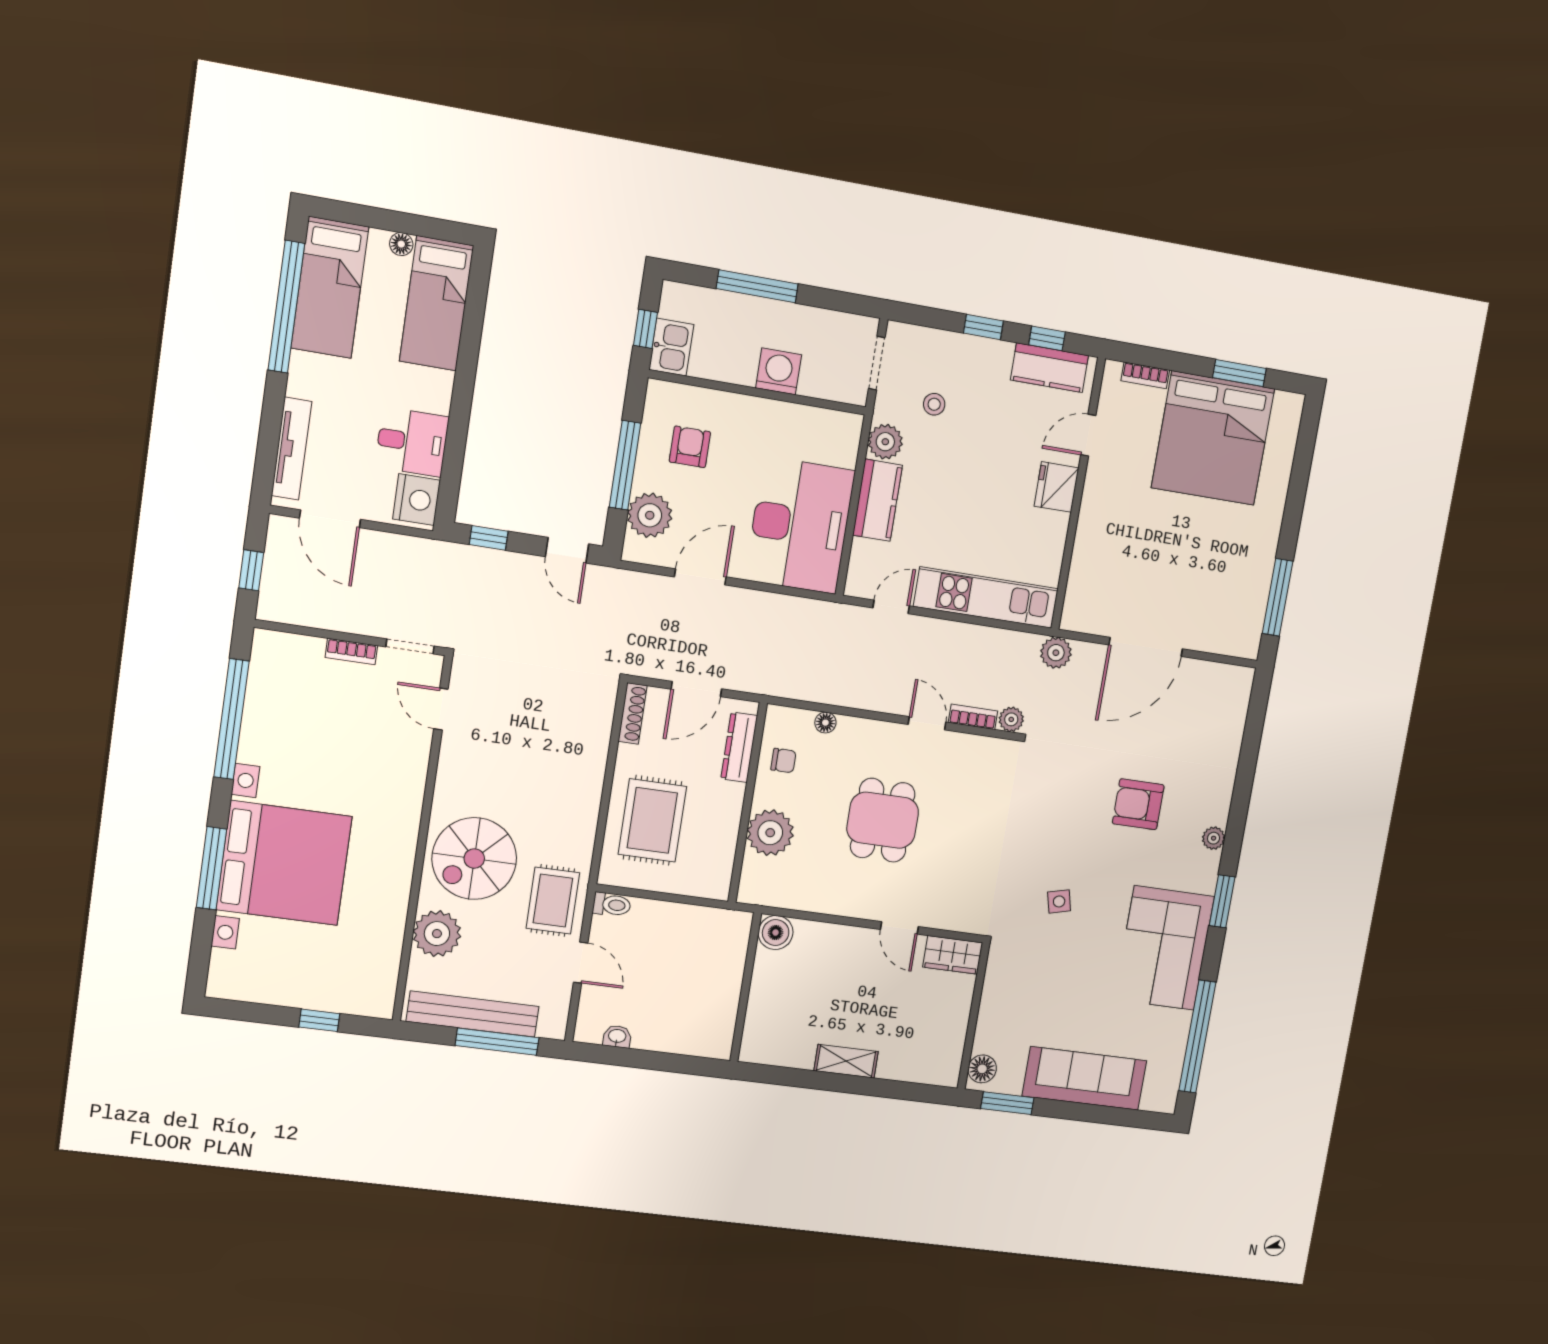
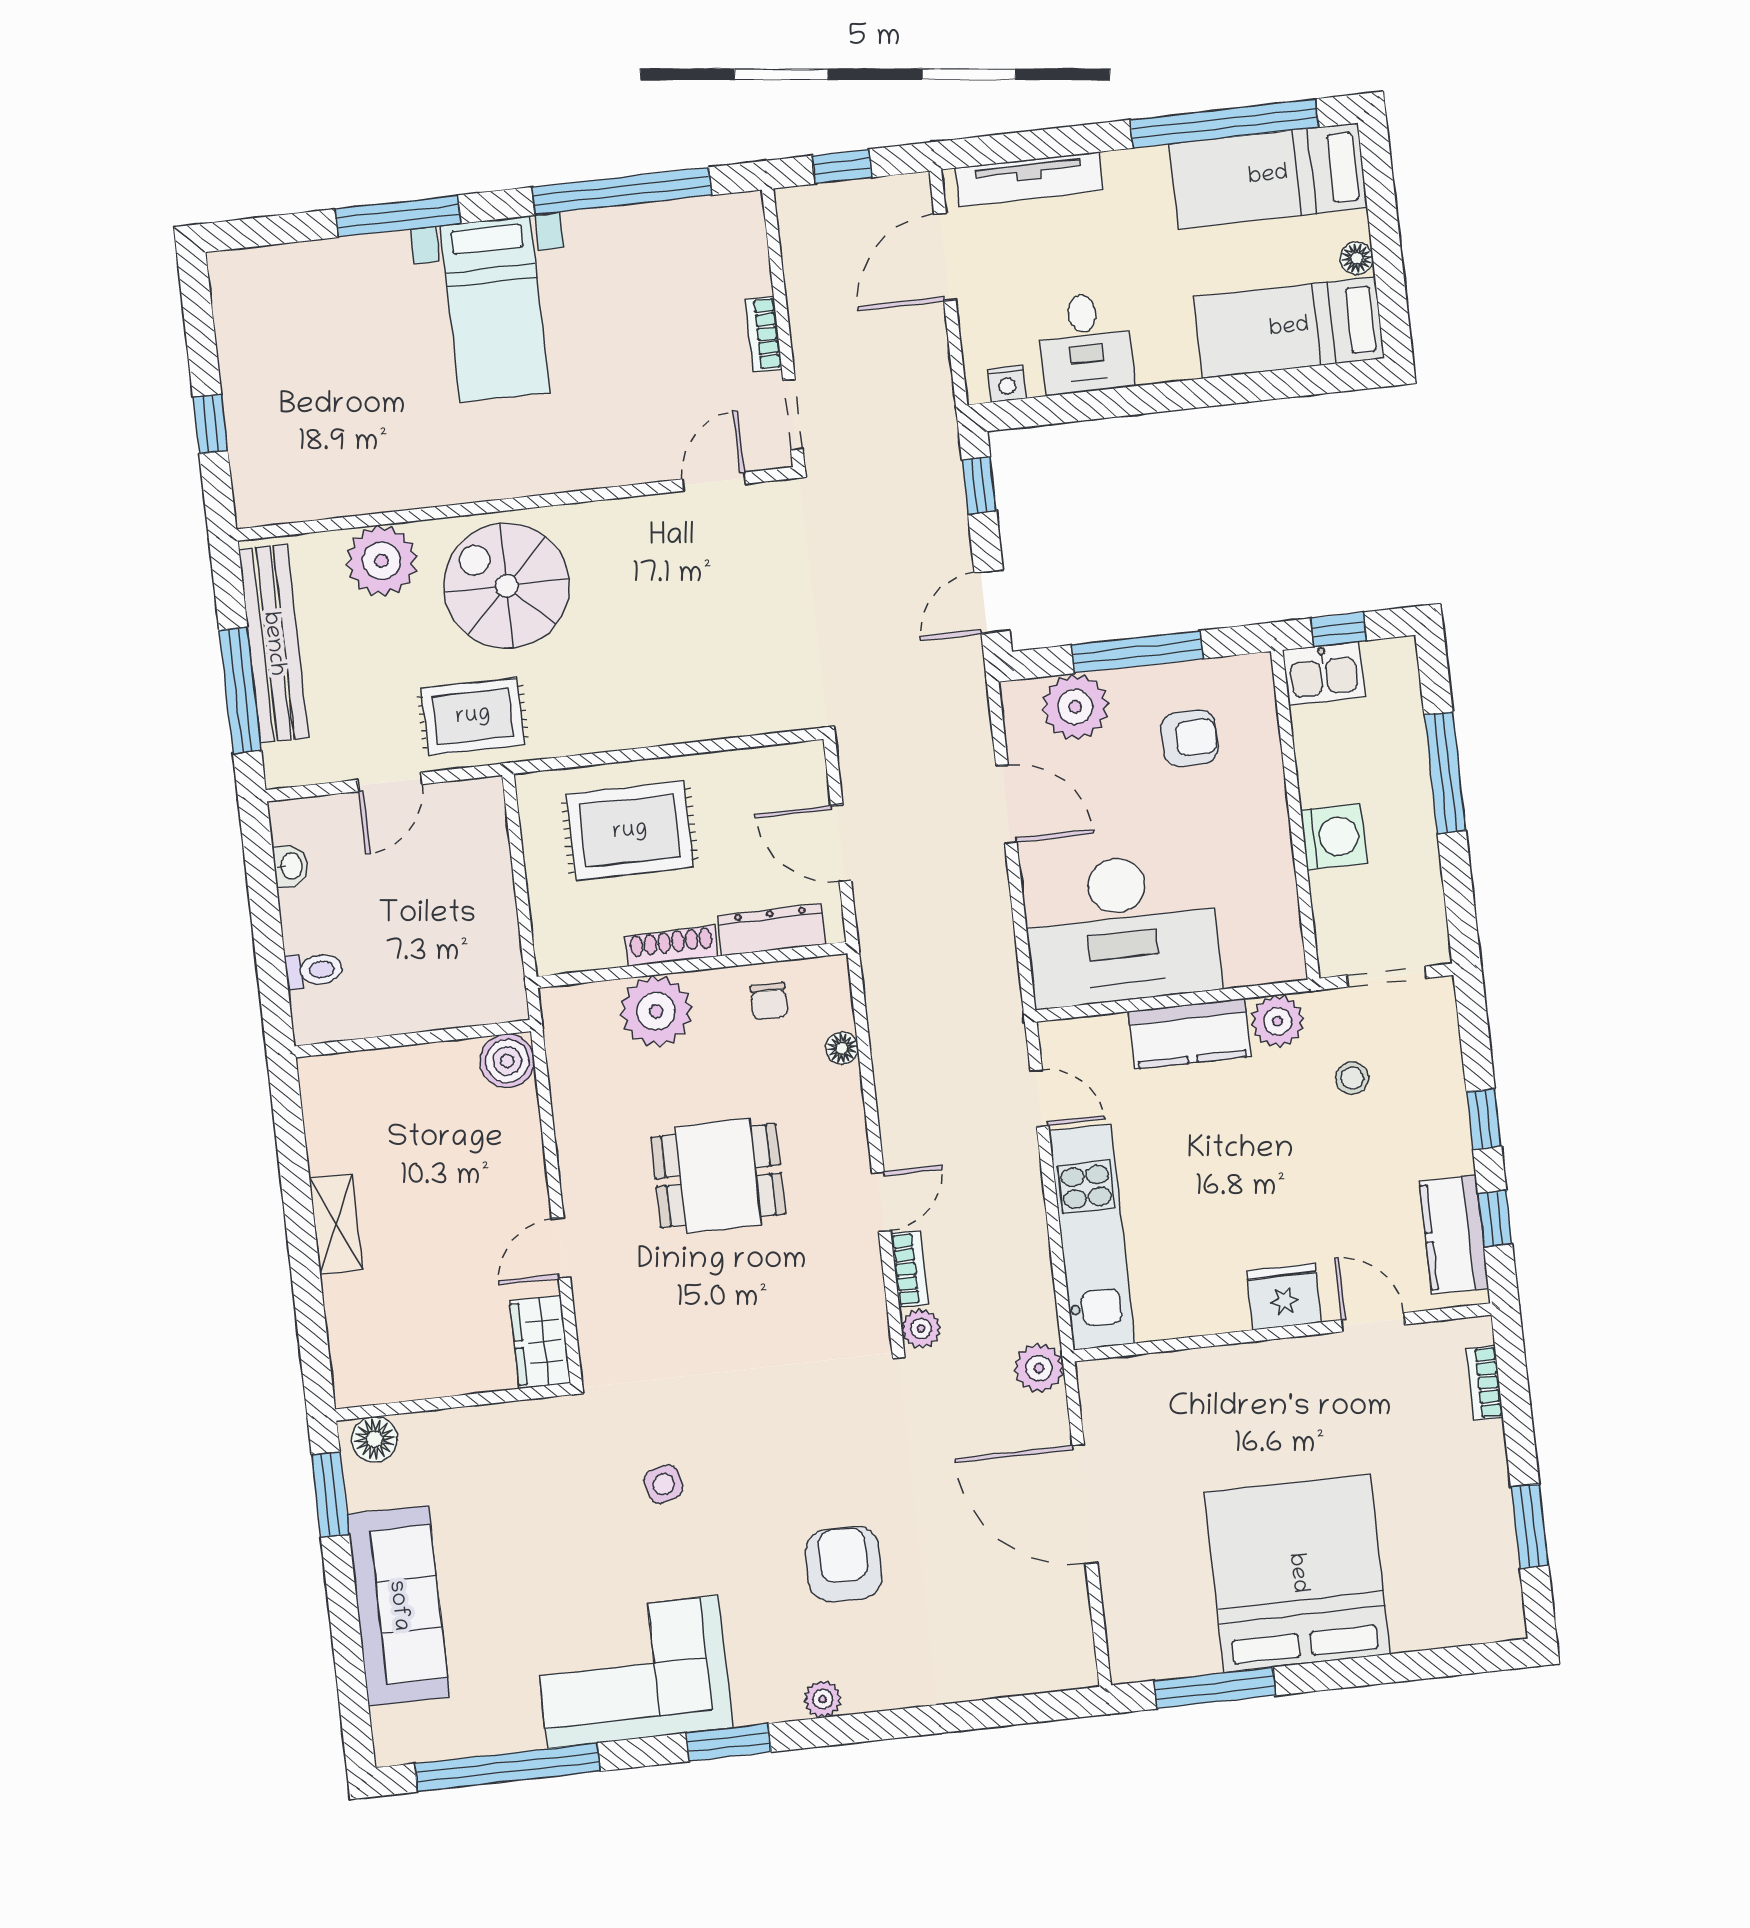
bed: (1213, 438) -> (1297, 1573), moved, turned 90
nightstand: (417, 500) -> (1007, 384), width x0.53, depth x0.56
shoe rack: (633, 713) -> (671, 946), moved, turned 180
bed with nightstands: (284, 863) -> (495, 309), width x0.54
toilet: (612, 905) -> (314, 970), moved, turned -90

